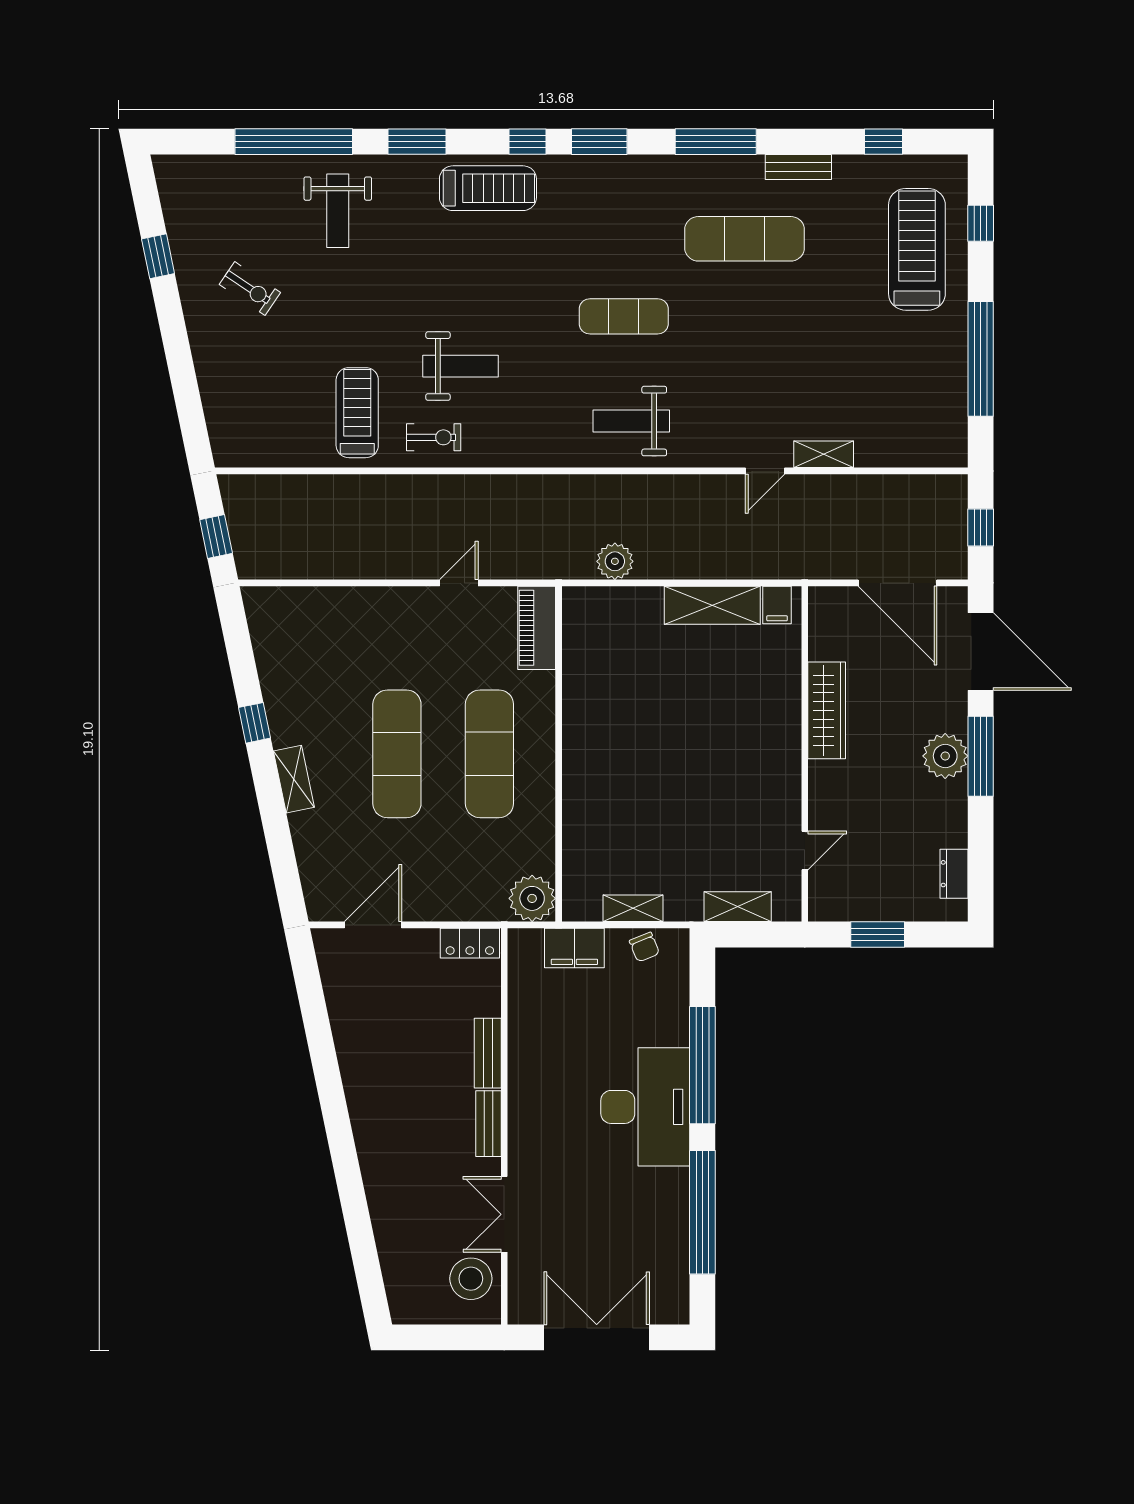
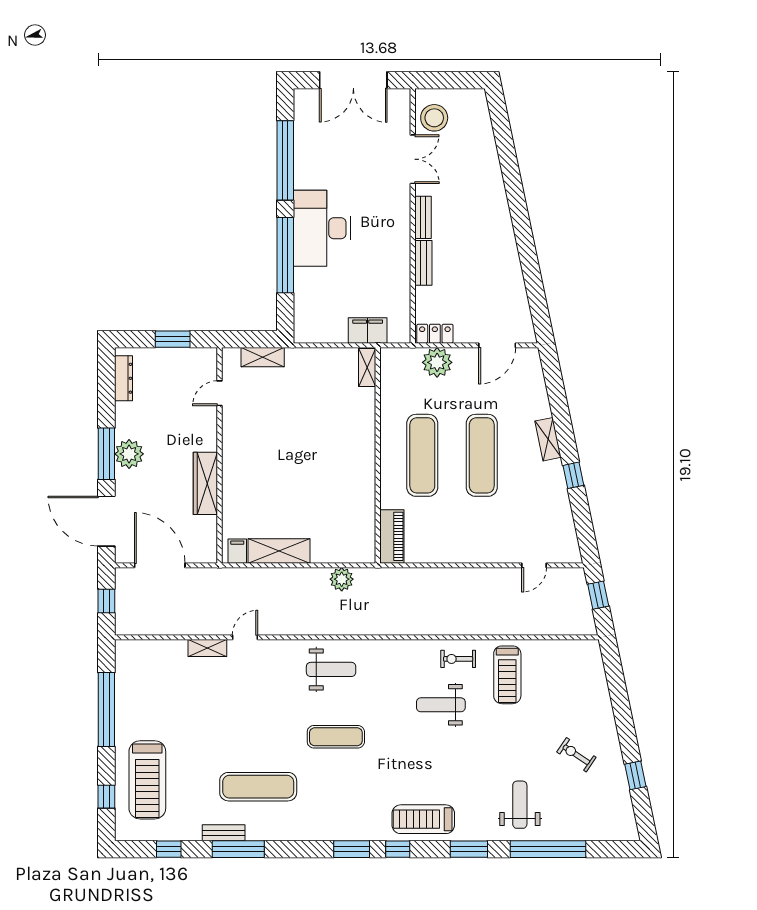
window: (716, 142) -> (238, 849), moved
door: (459, 583) -> (534, 565), moved
dresser: (954, 874) -> (123, 378), width x1.44
plant: (532, 898) -> (437, 362), moved
shelving: (633, 908) -> (367, 368), moved, turned 90
chair: (644, 947) -> (323, 331), removed

